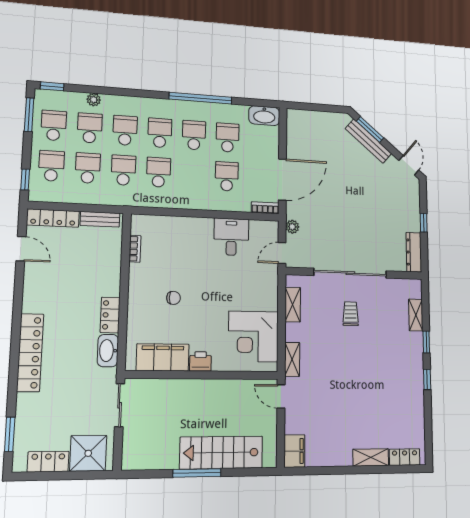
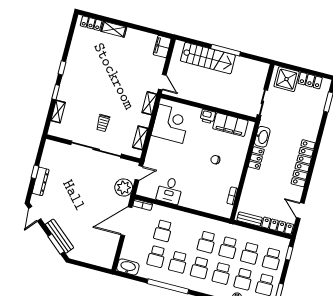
plant: (292, 227) -> (124, 188), width x1.88, depth x1.88
dresser: (414, 252) -> (41, 181), moved
locker: (30, 353) -> (303, 163), moved

